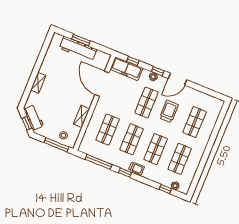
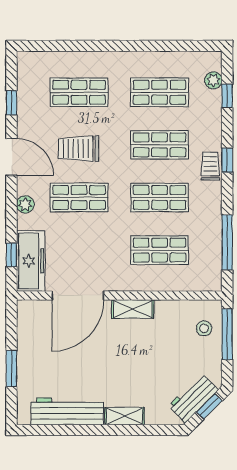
workbench: (78, 49) -> (67, 411), moved, turned -90
window: (158, 71) -> (11, 103), moved
shelving: (82, 116) -> (133, 309), moved
window: (125, 173) -> (227, 160), moved

